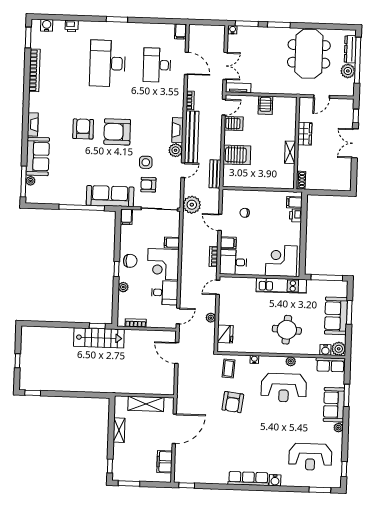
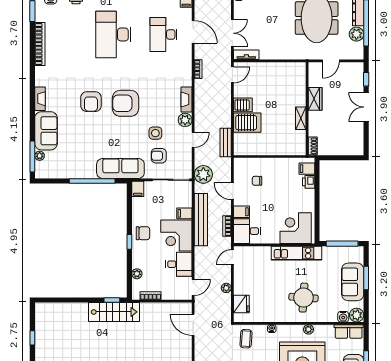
server rack: (265, 105) -> (274, 71), removed
server rack: (234, 124) -> (243, 105), moved
armchair: (83, 129) -> (91, 102), turned 180
bench: (192, 137) -> (201, 220), moved
plant: (123, 287) -> (137, 274), moved

